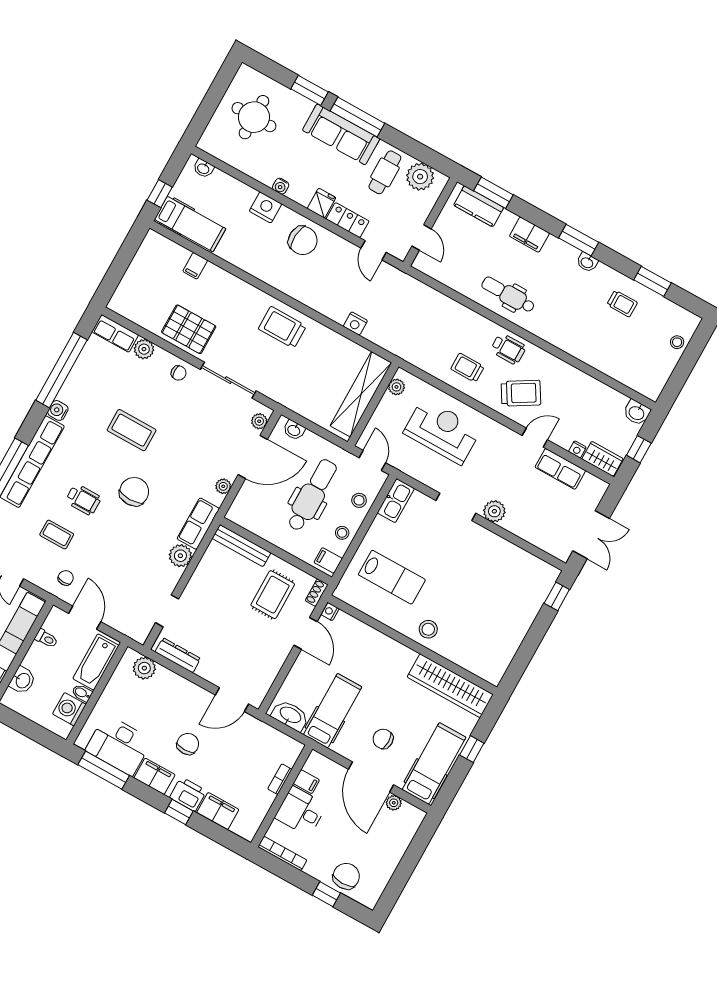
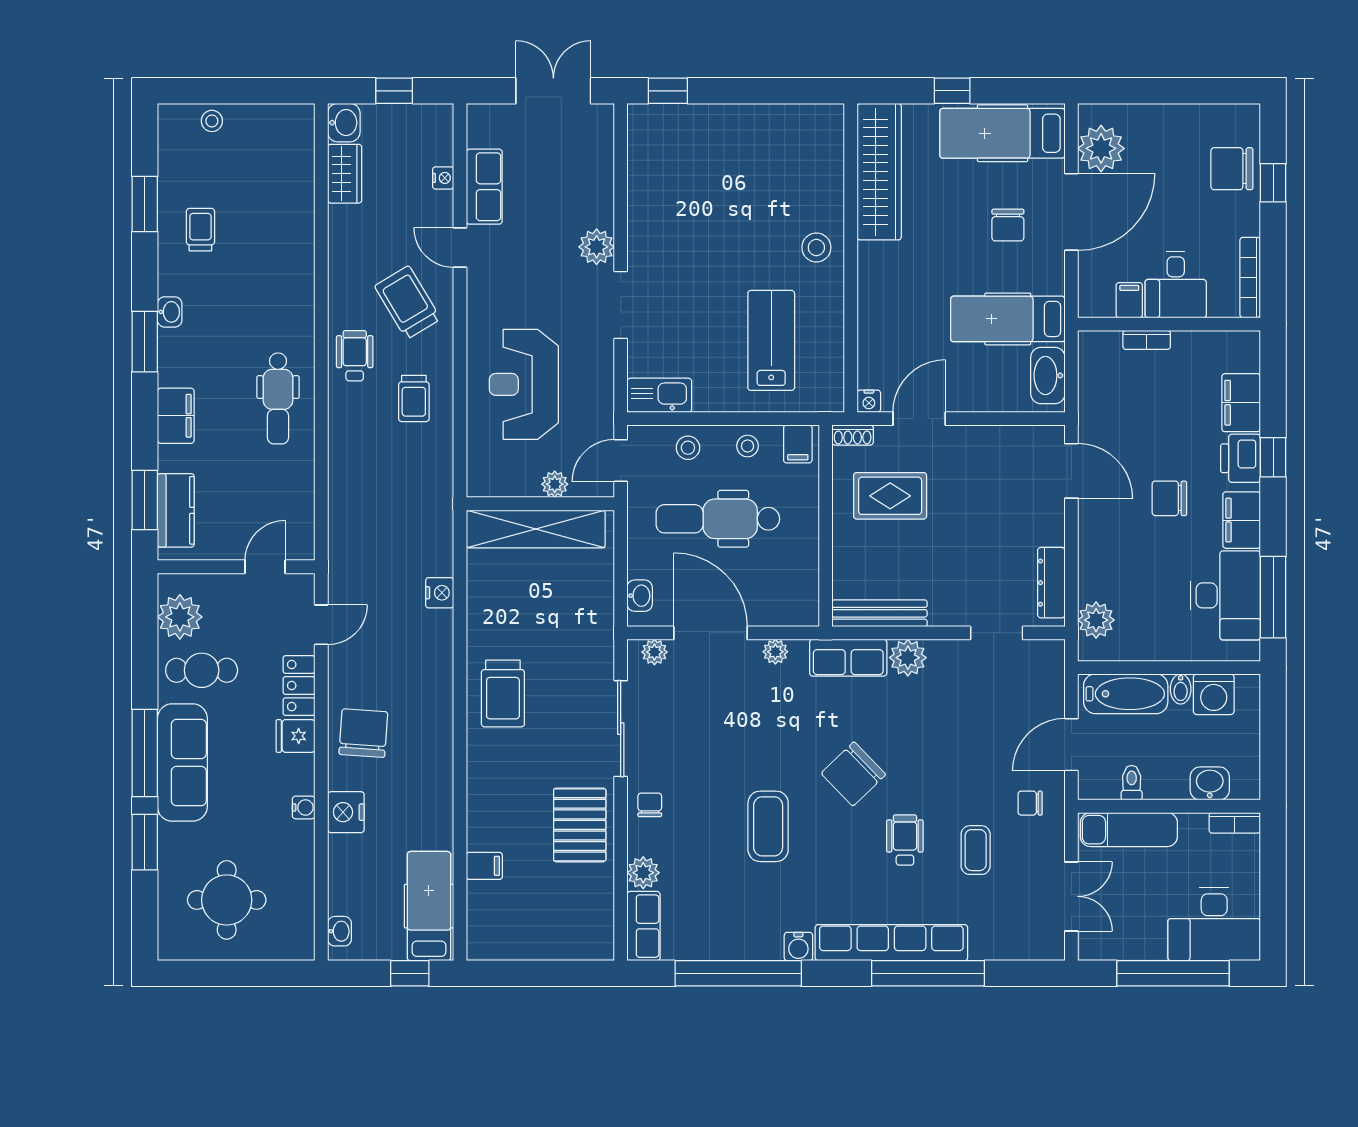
plant: (396, 387) -> (555, 484), moved
wardrobe: (602, 459) -> (345, 174), moved, turned 180
chair: (134, 492) -> (853, 774), turned -44
bench: (241, 546) -> (879, 613), moved, turned 90
plant: (394, 803) -> (1101, 148), width x1.88, depth x1.88

